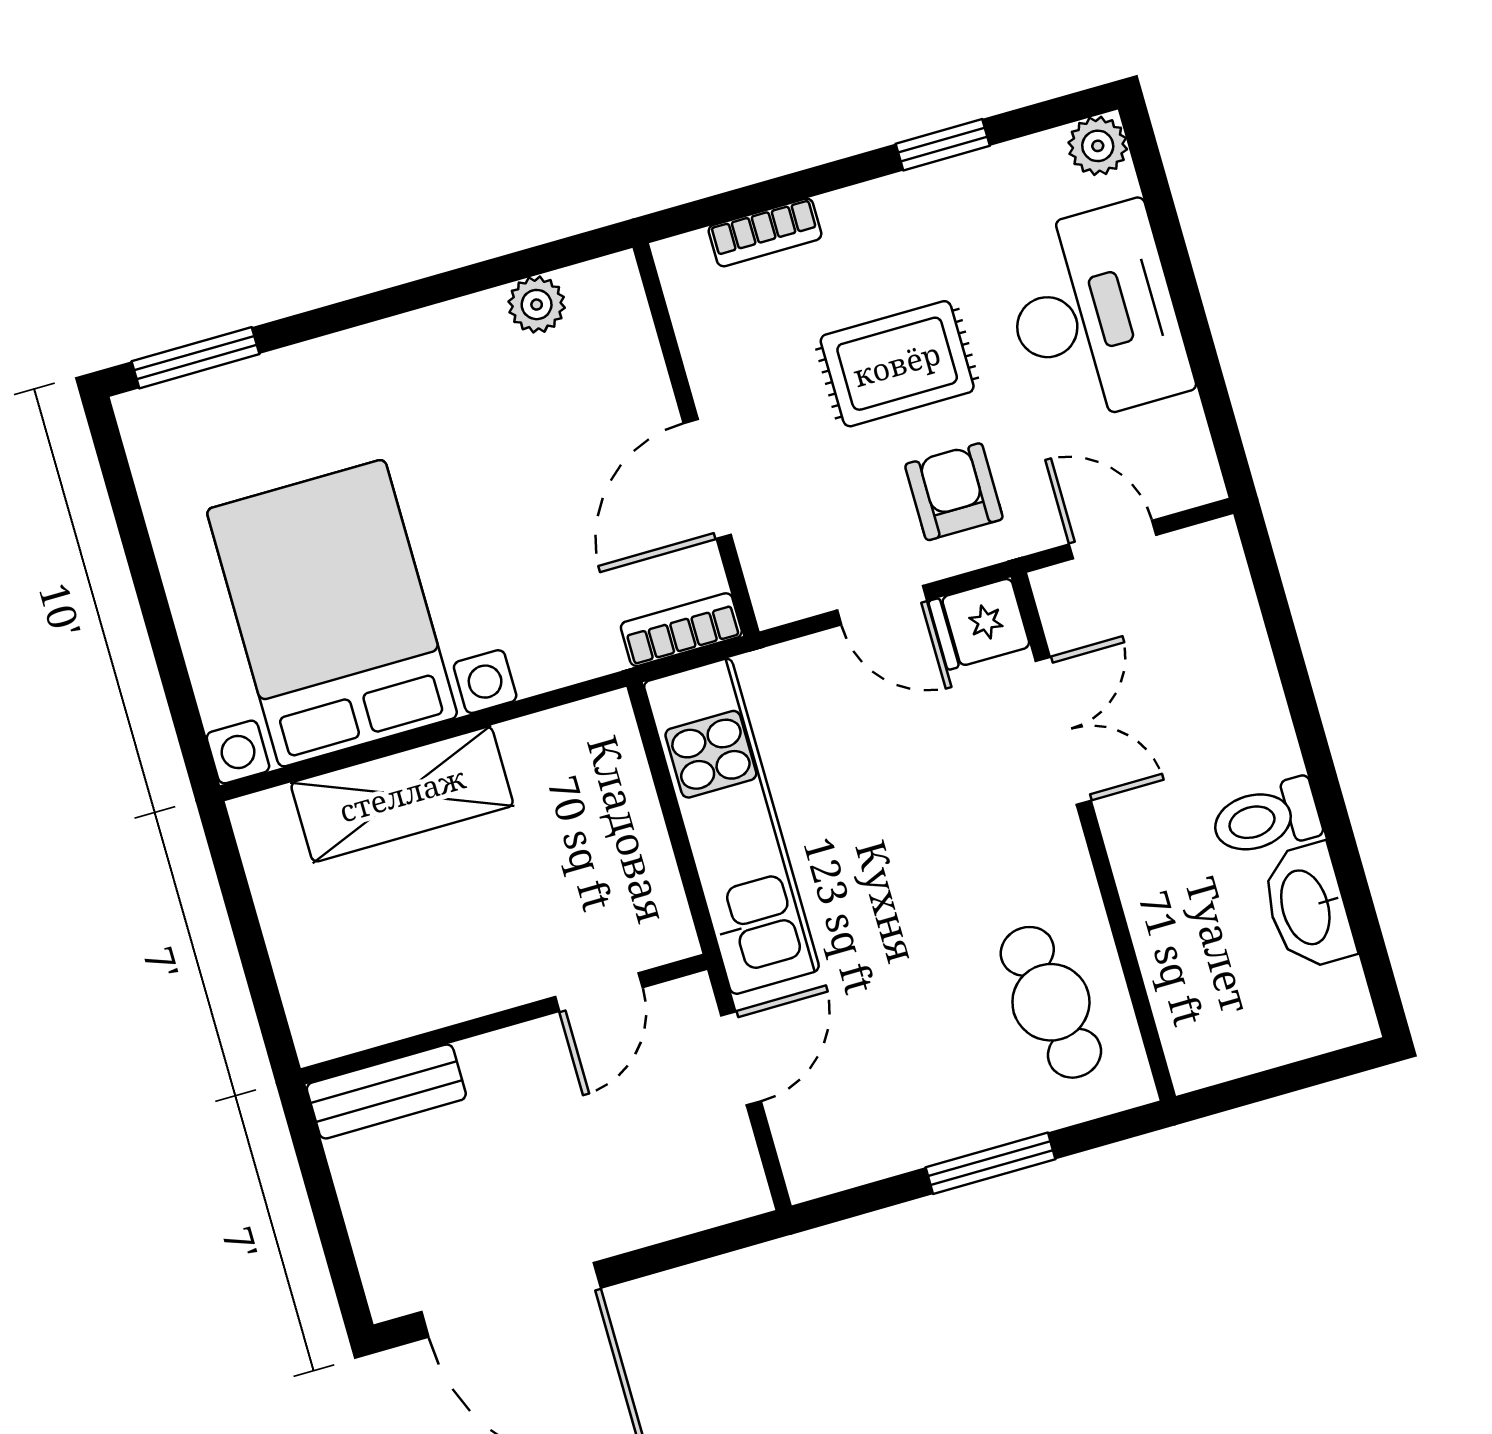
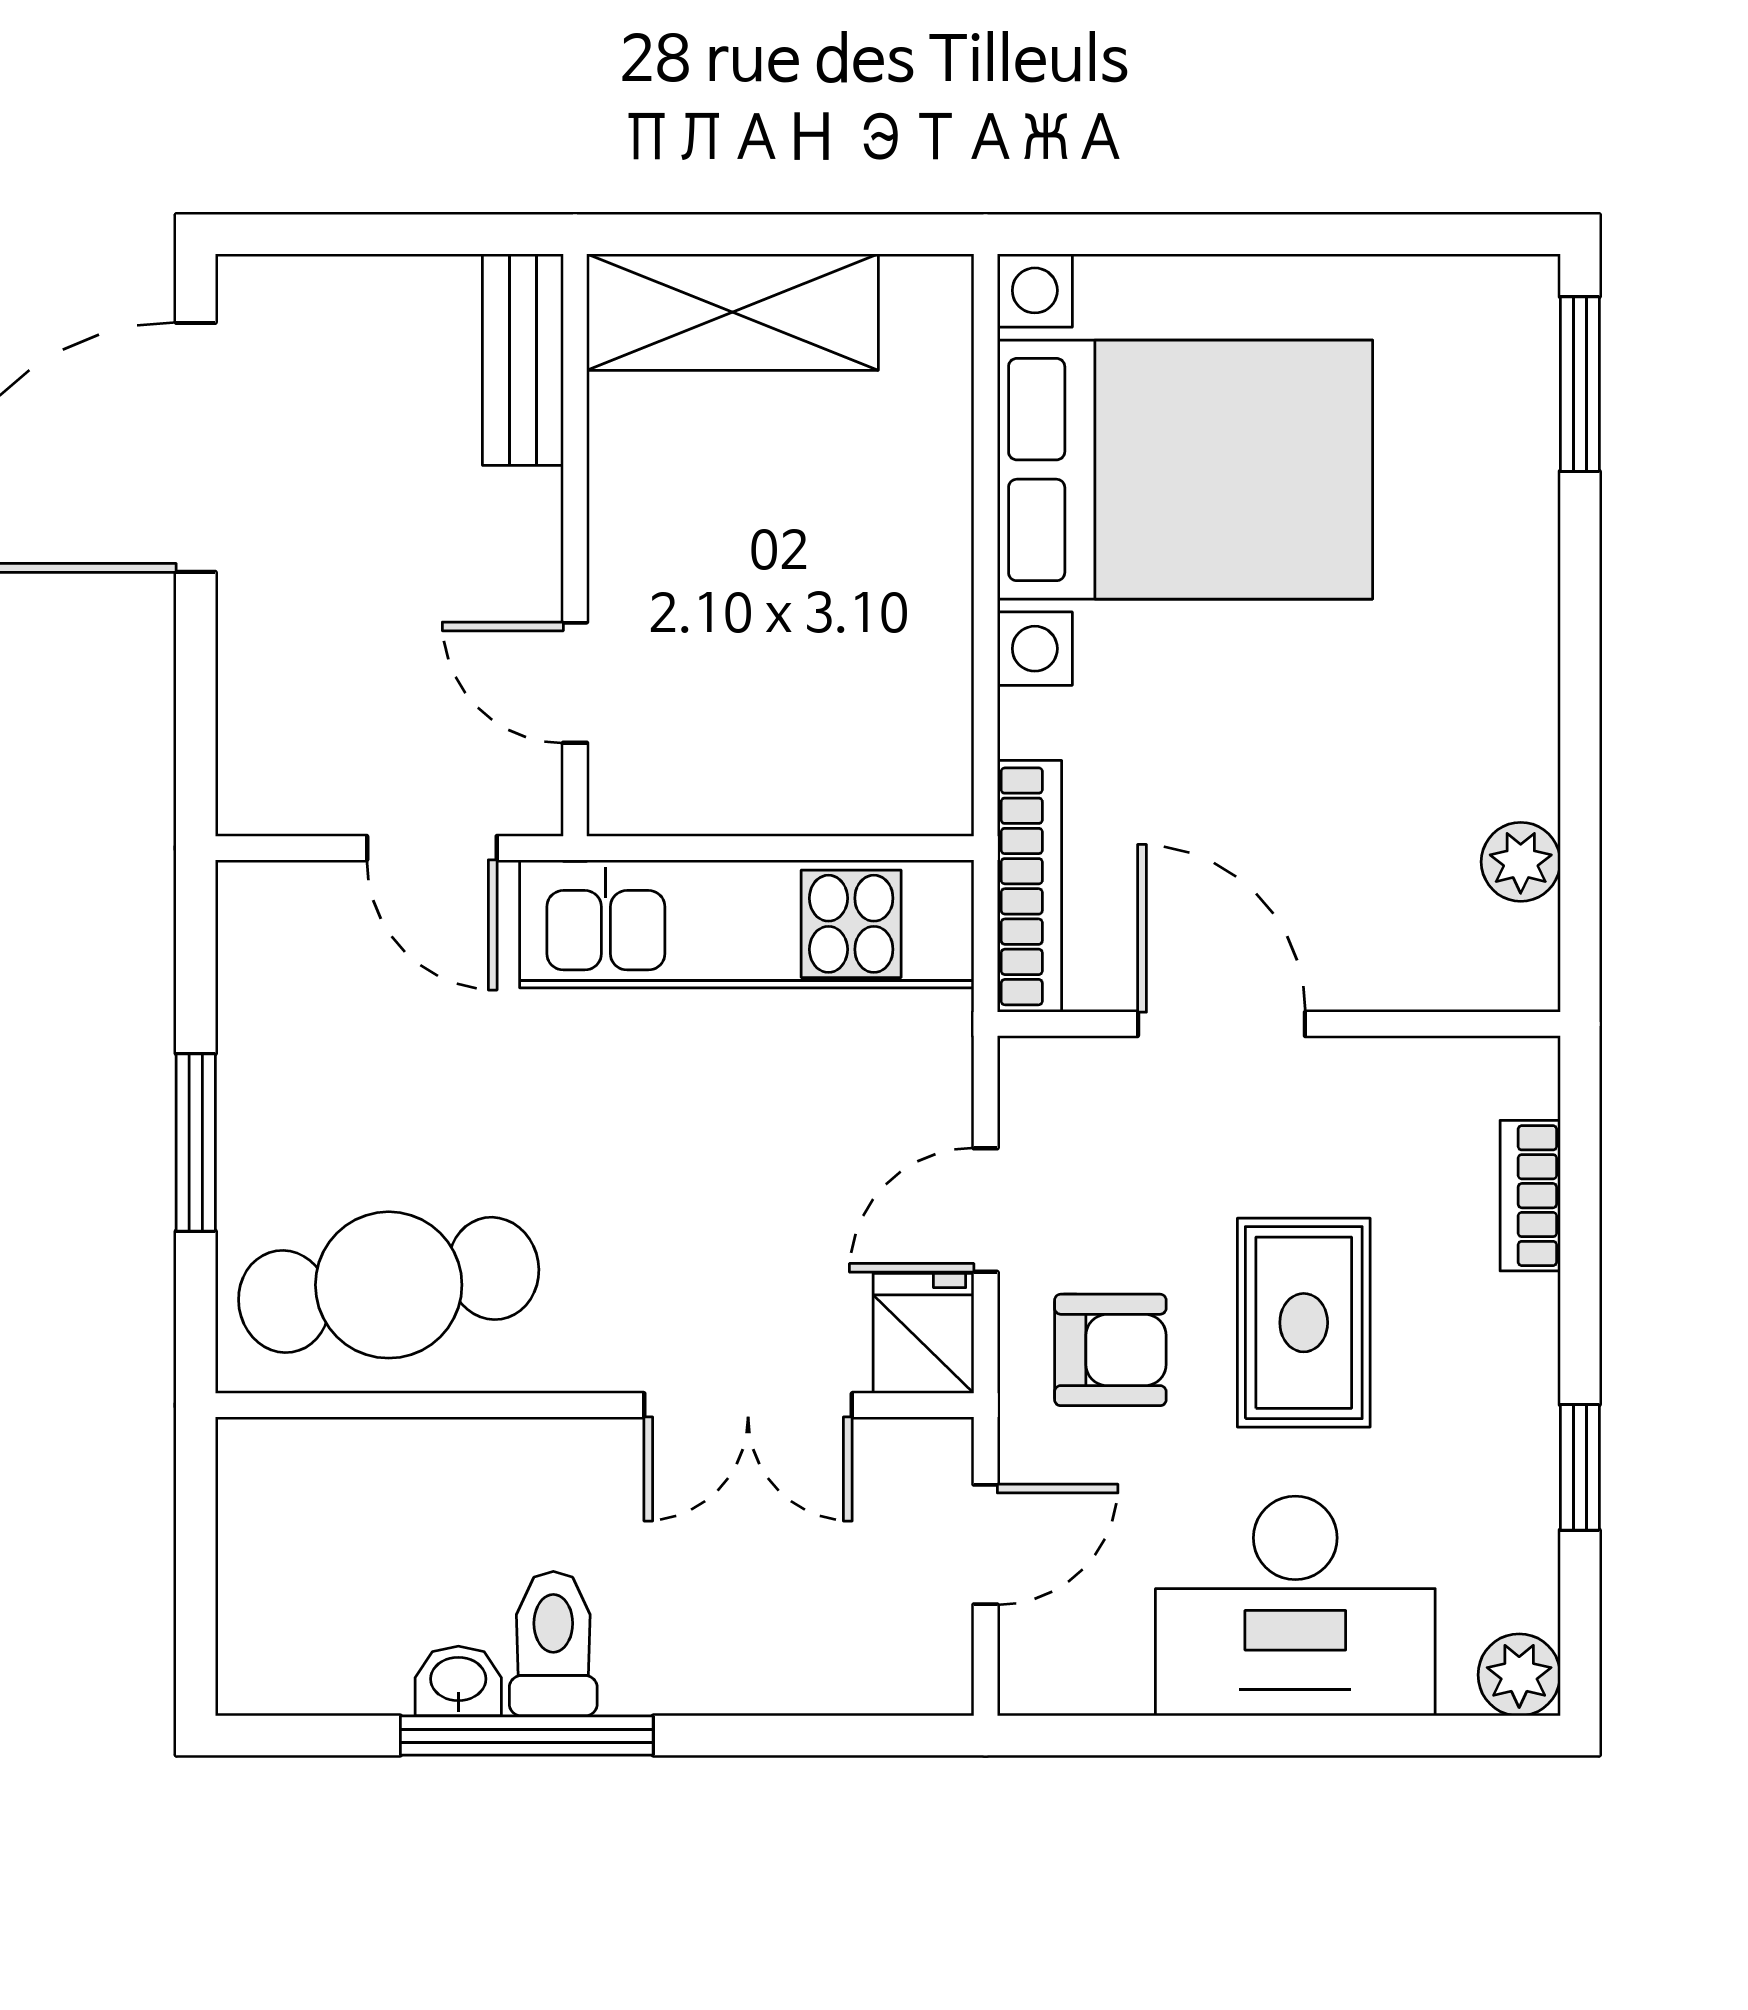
bookcase: (681, 630) -> (1029, 886), width x1.56
shelving: (402, 794) -> (733, 312), moved, turned 90
window: (1335, 818) -> (527, 1736), added
washbasin: (1307, 907) -> (458, 1681), width x0.52, depth x0.69
cafe table: (1051, 1002) -> (389, 1285), width x1.37, depth x1.35

